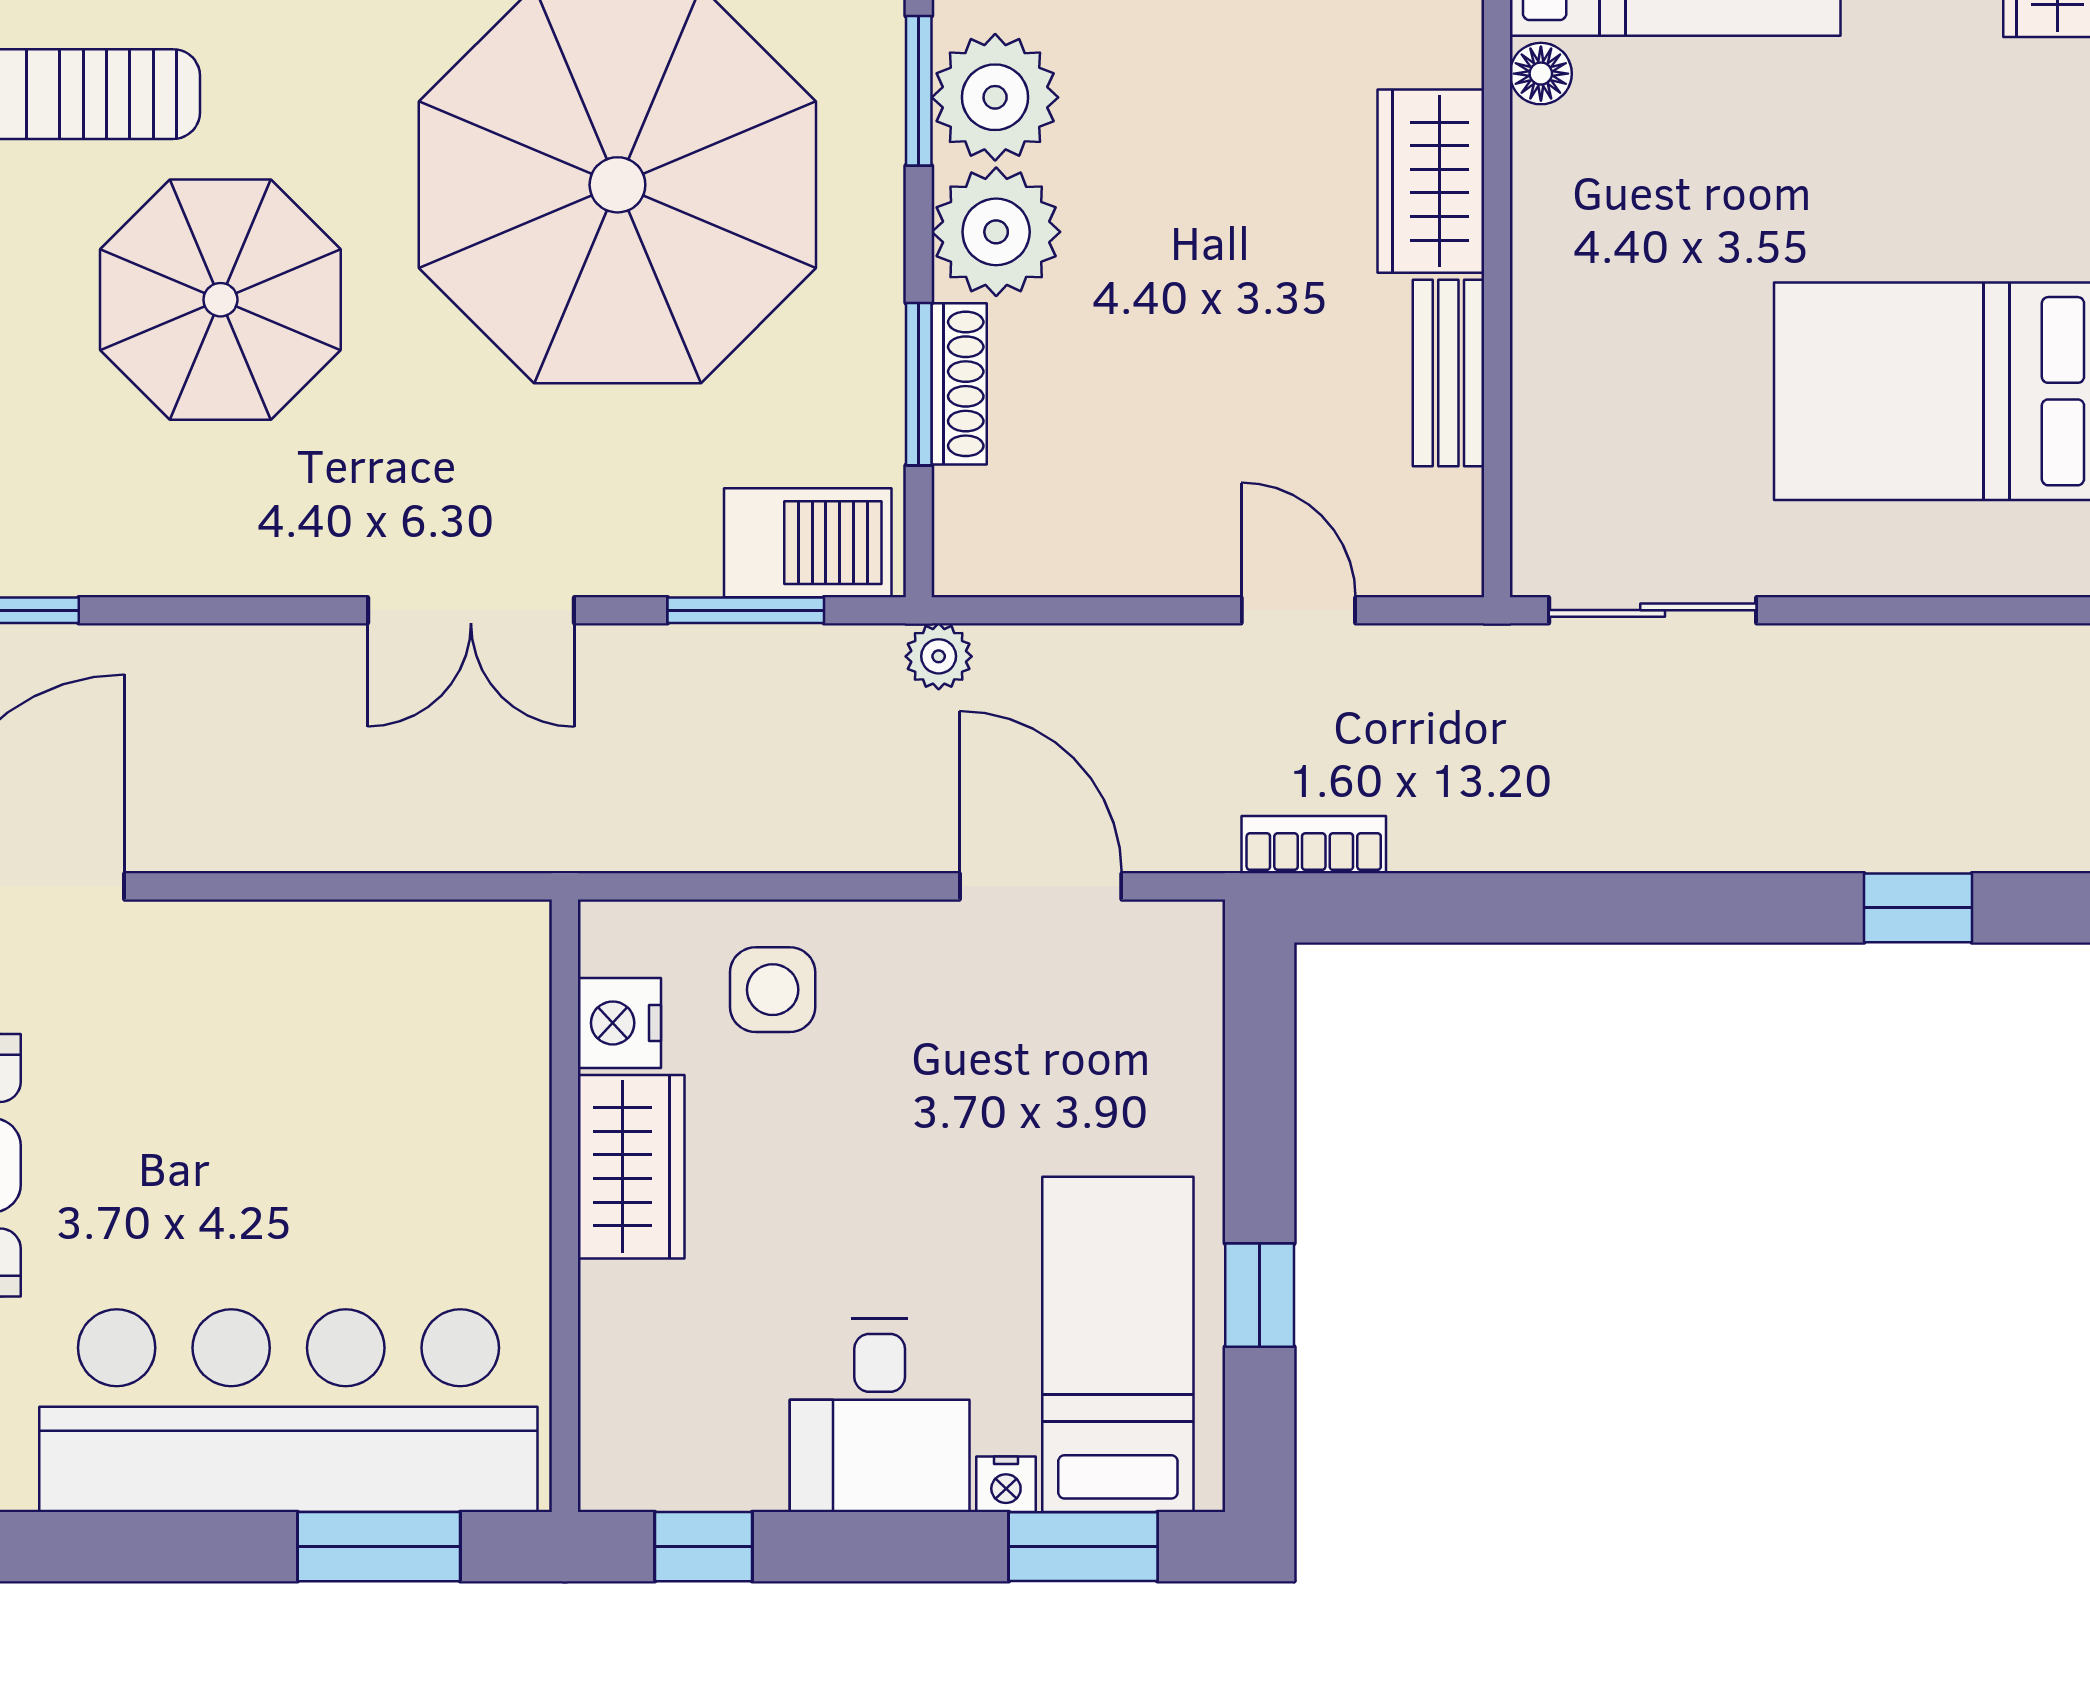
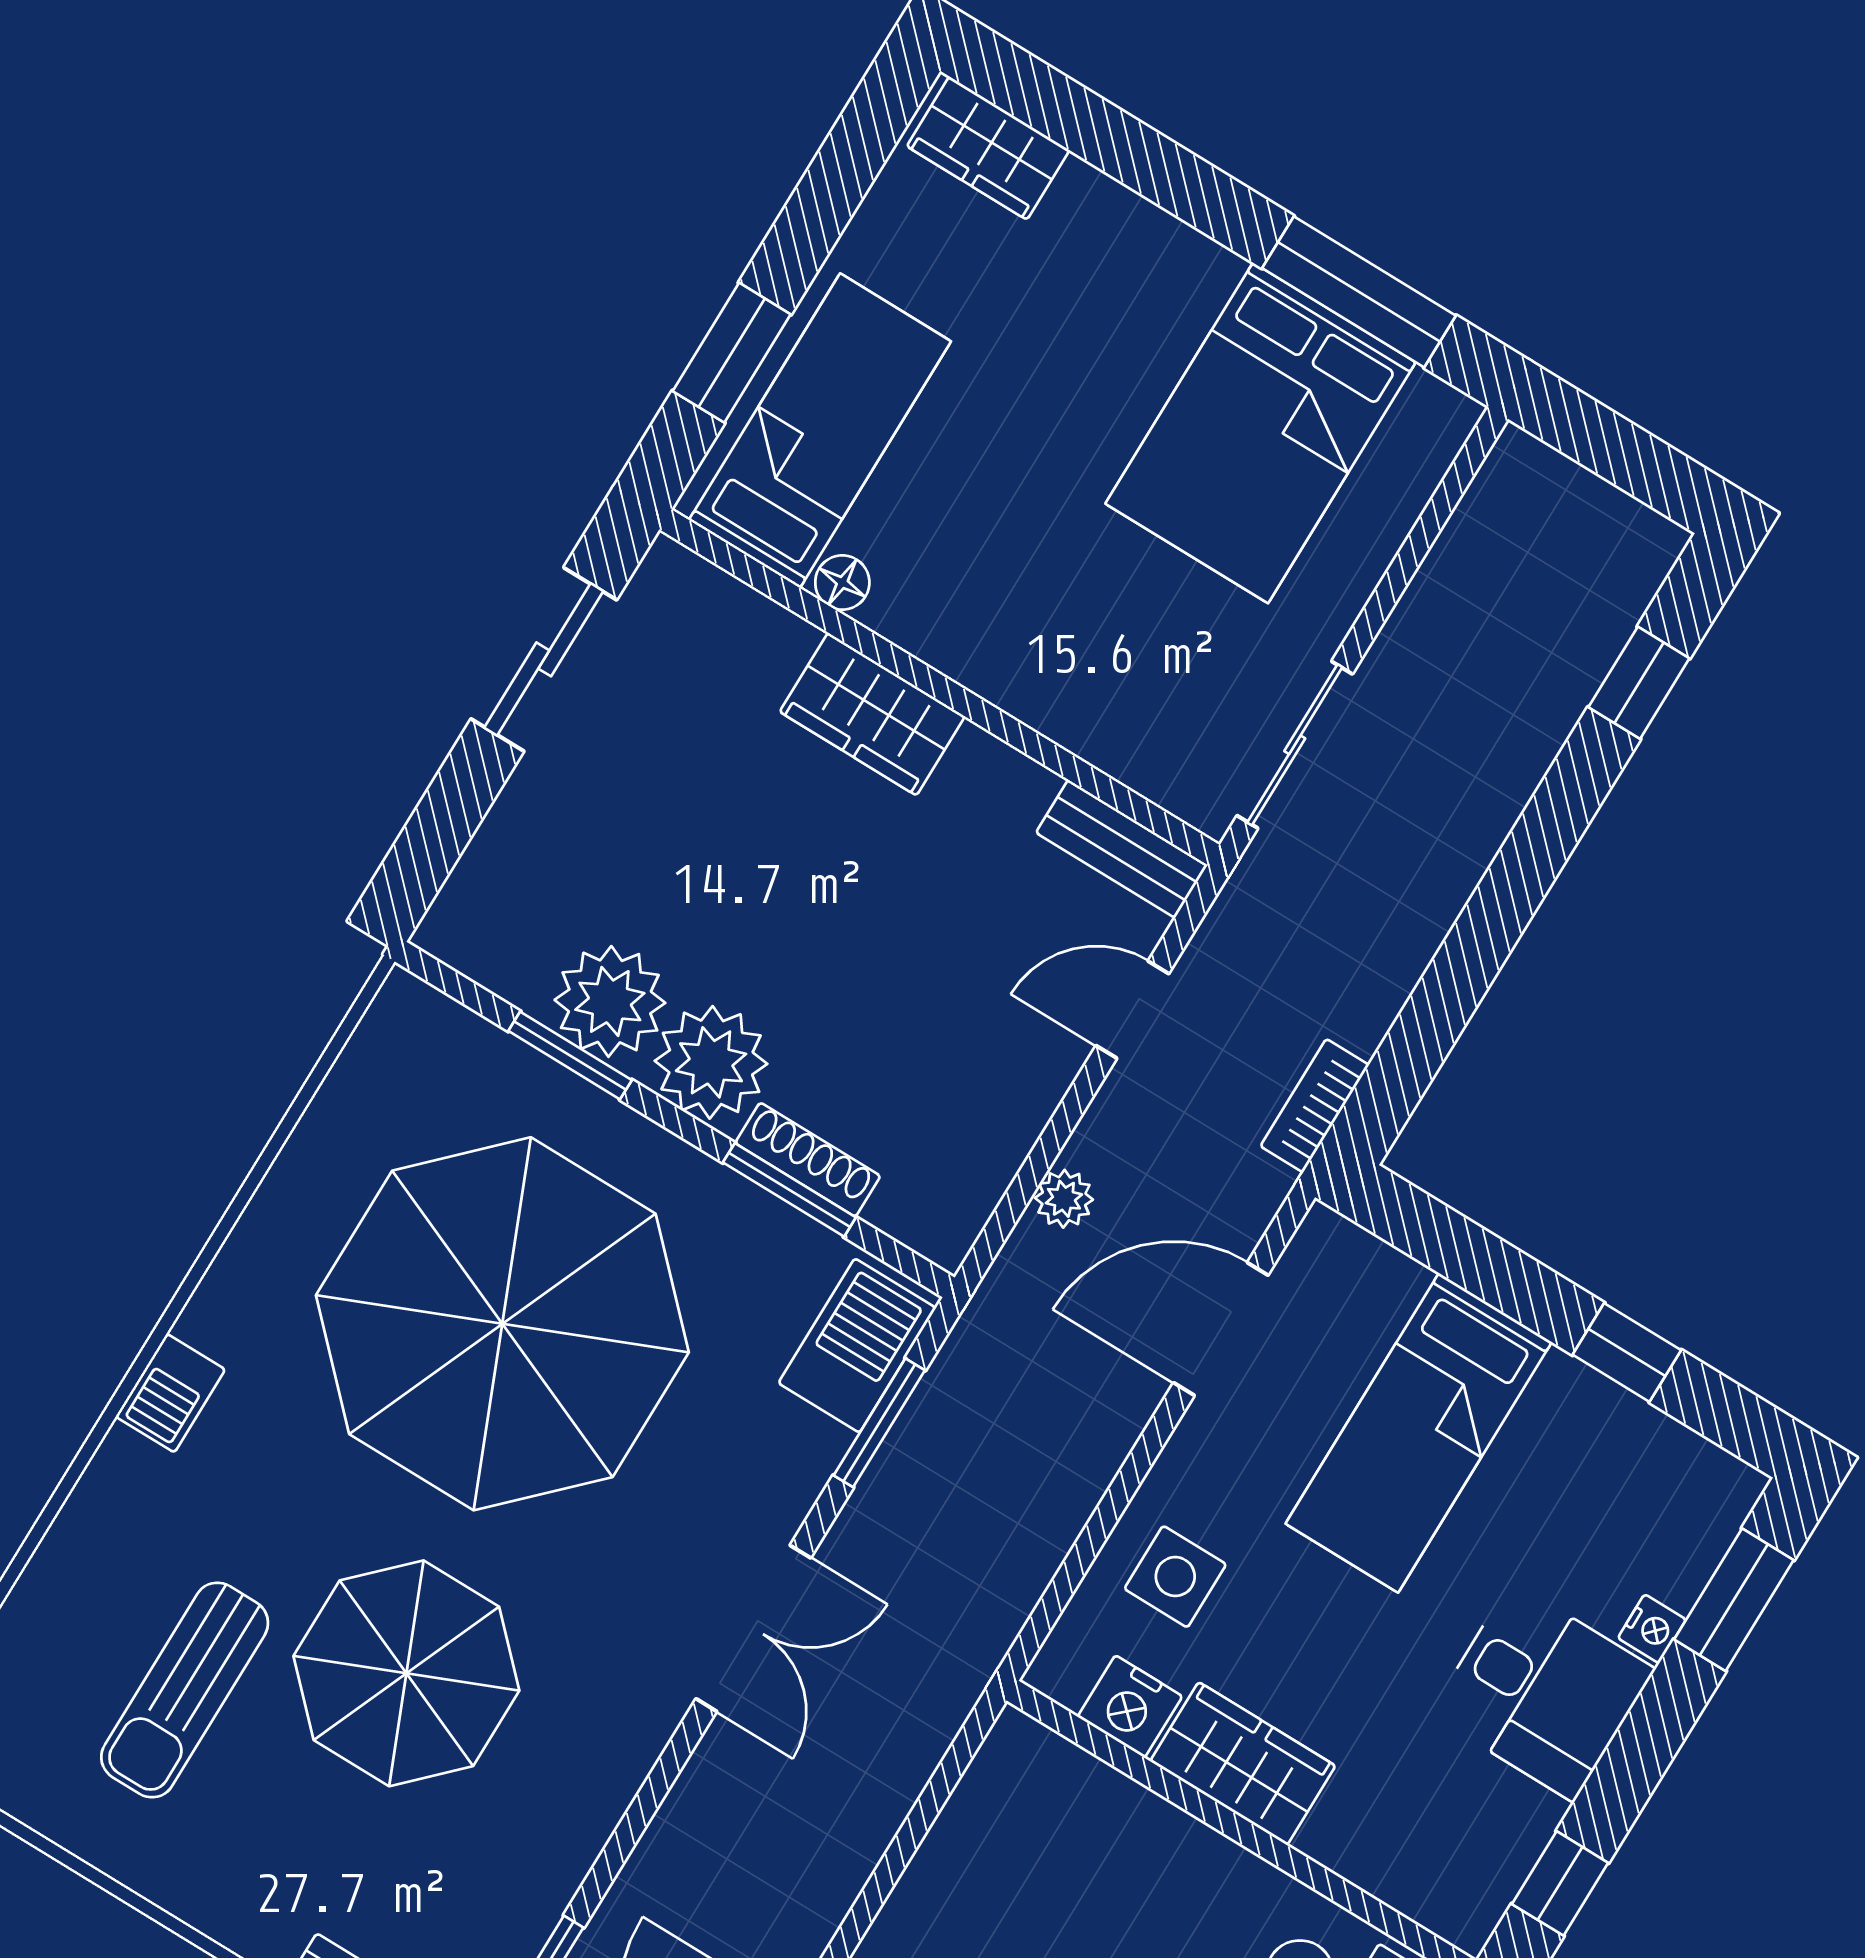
bench: (1448, 373) -> (1122, 849), moved
plant: (939, 656) -> (1064, 1199), moved
bed: (1118, 1344) -> (1419, 1433), moved, turned -90

